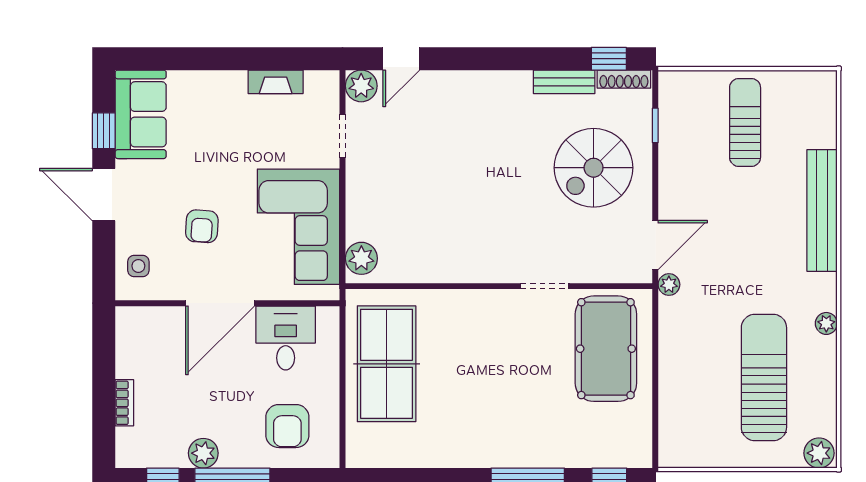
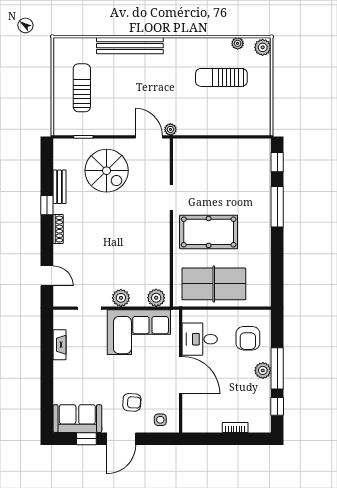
window: (609, 59) -> (47, 205), moved
shoe rack: (624, 79) -> (58, 229), moved
plant: (361, 86) -> (121, 298), moved
sun lounger: (745, 122) -> (82, 88), turned 90
armchair: (202, 226) -> (132, 402), moved
plant: (826, 323) -> (238, 43), moved
pool table: (606, 349) -> (209, 232), moved
sun lounger: (764, 378) -> (221, 77), width x0.73, depth x0.75
armchair: (287, 426) -> (248, 338), turned 90
plant: (203, 453) -> (263, 370), moved

